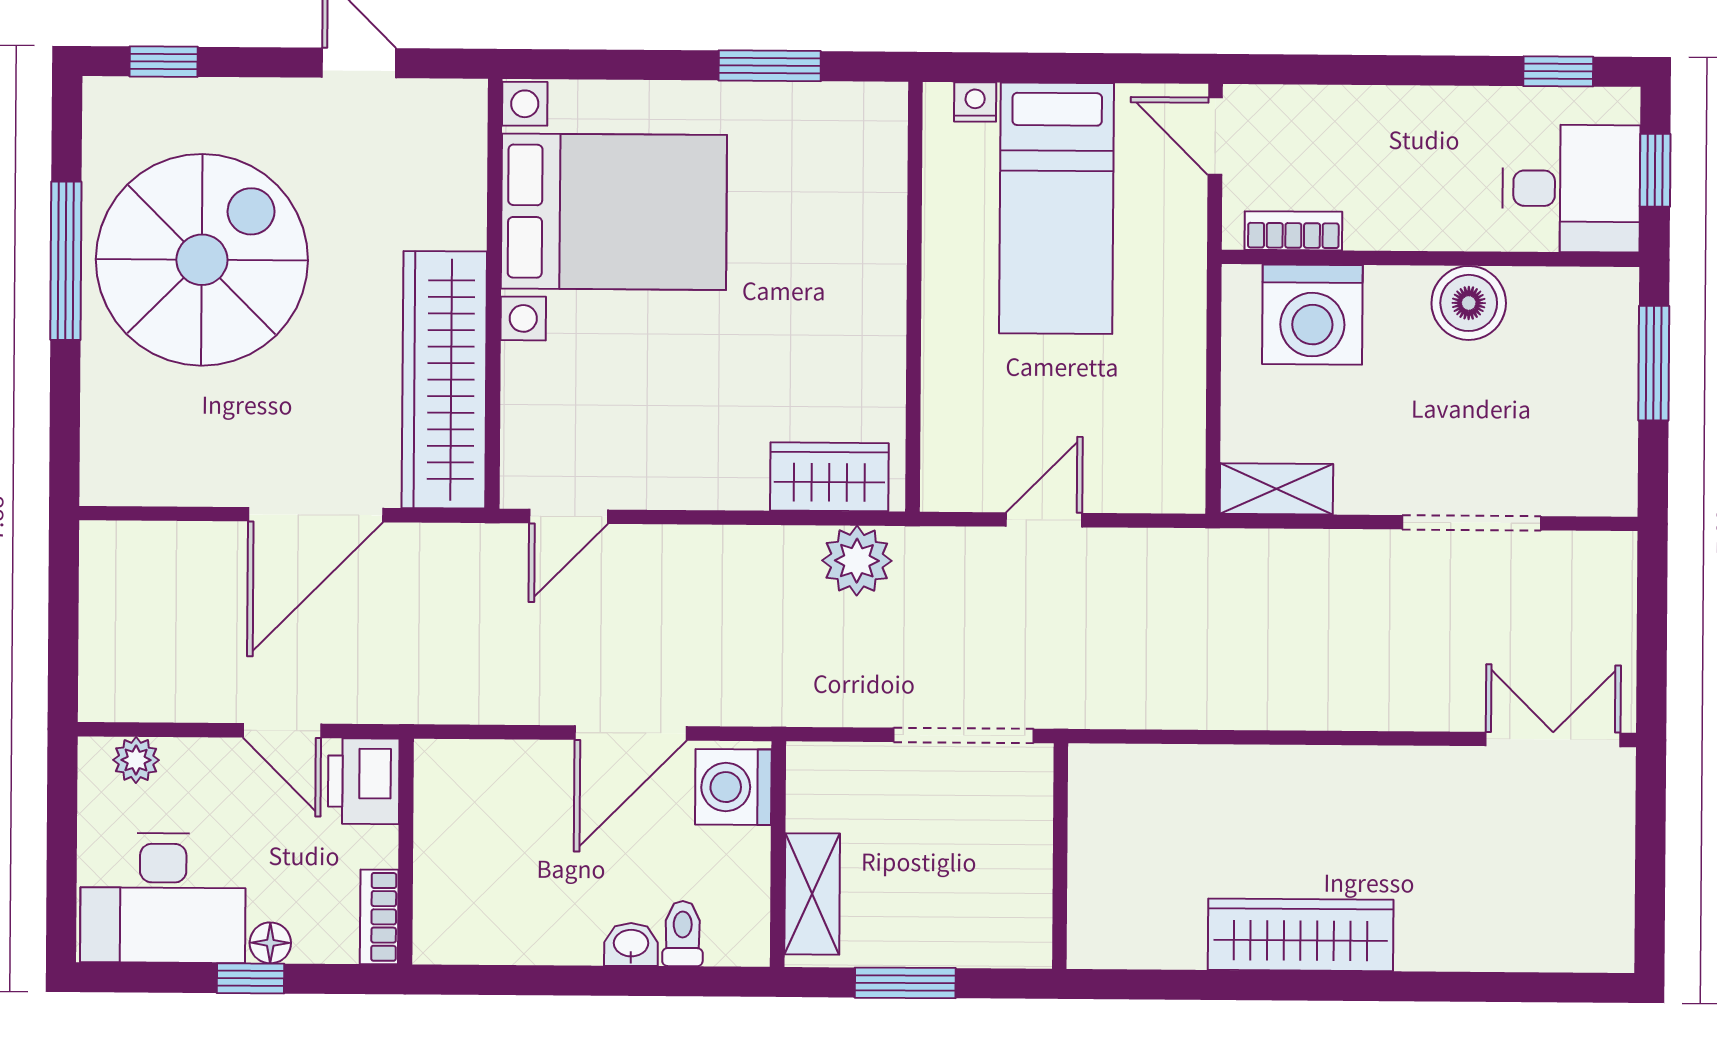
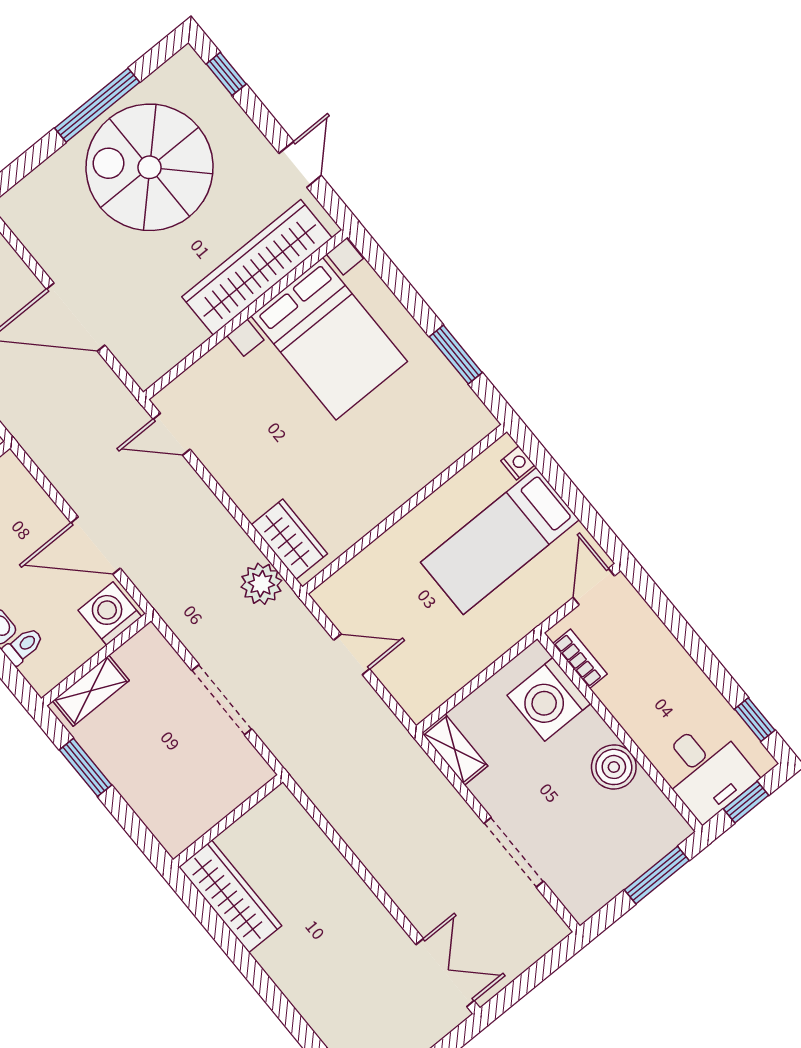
spiral stairs: (202, 260) -> (150, 167), turned 180
wardrobe: (444, 380) -> (257, 267), moved
wall: (1060, 856) -> (228, 821), moved
wardrobe: (1301, 935) -> (230, 896), moved

